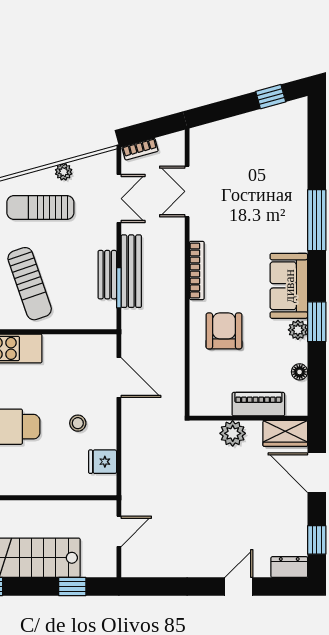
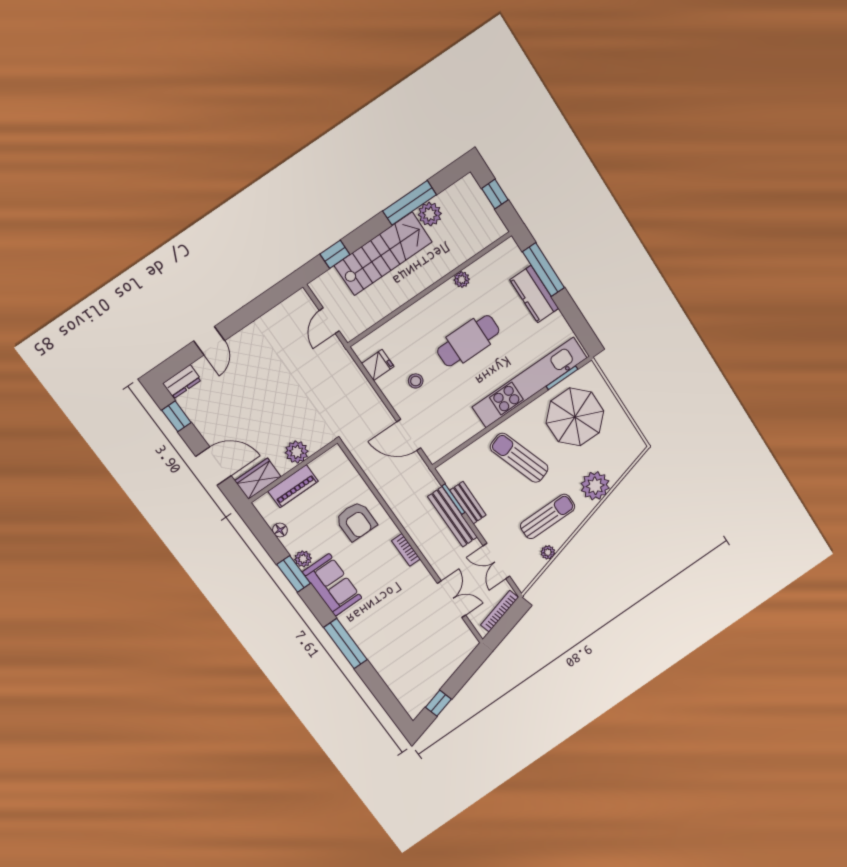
bookcase: (140, 149) -> (500, 611), width x1.56
bookcase: (197, 270) -> (406, 550), width x0.64

